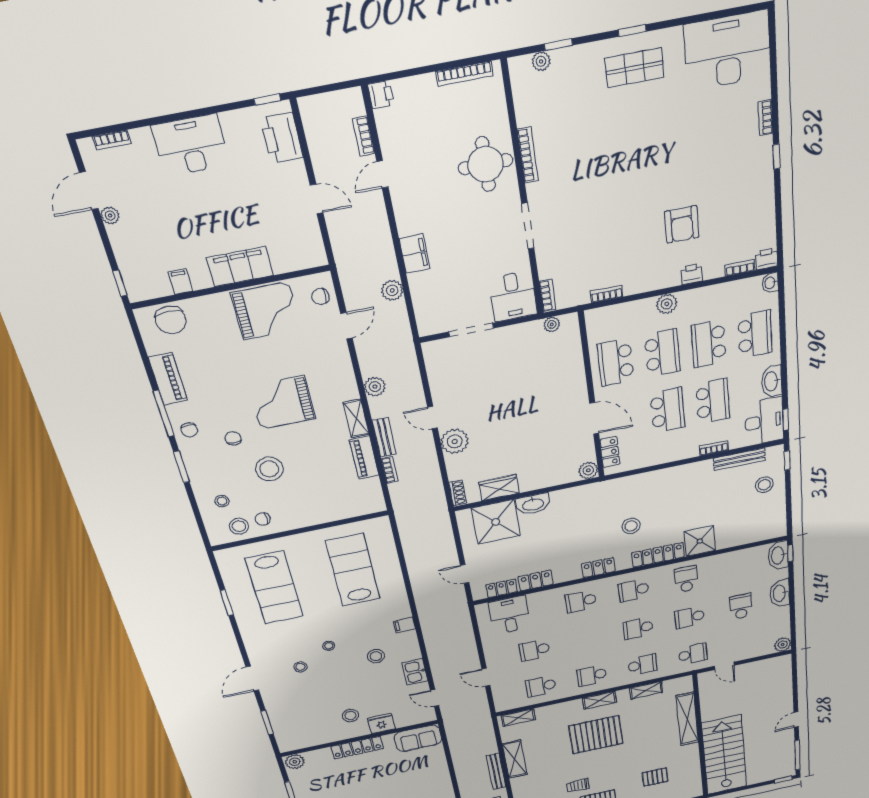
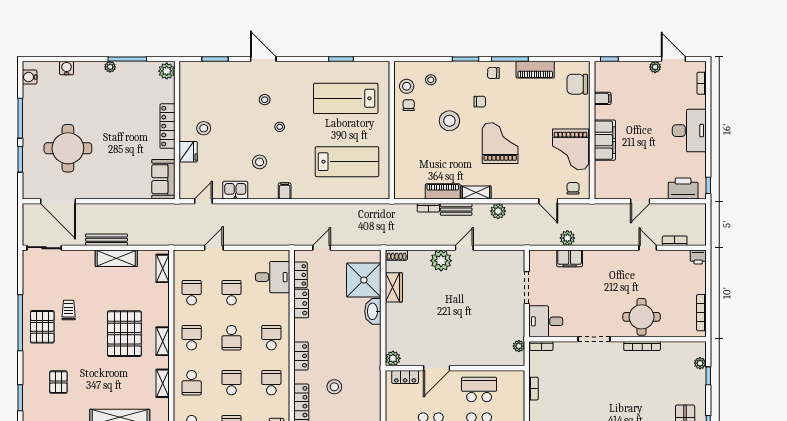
filing cabinet: (414, 254) -> (570, 258), moved
school desk: (586, 639) -> (231, 338), added

